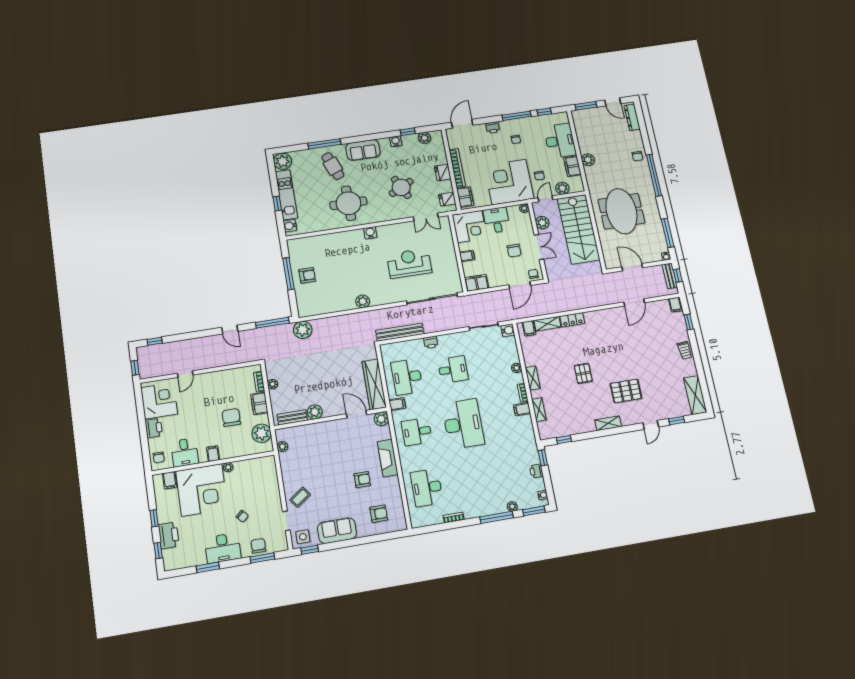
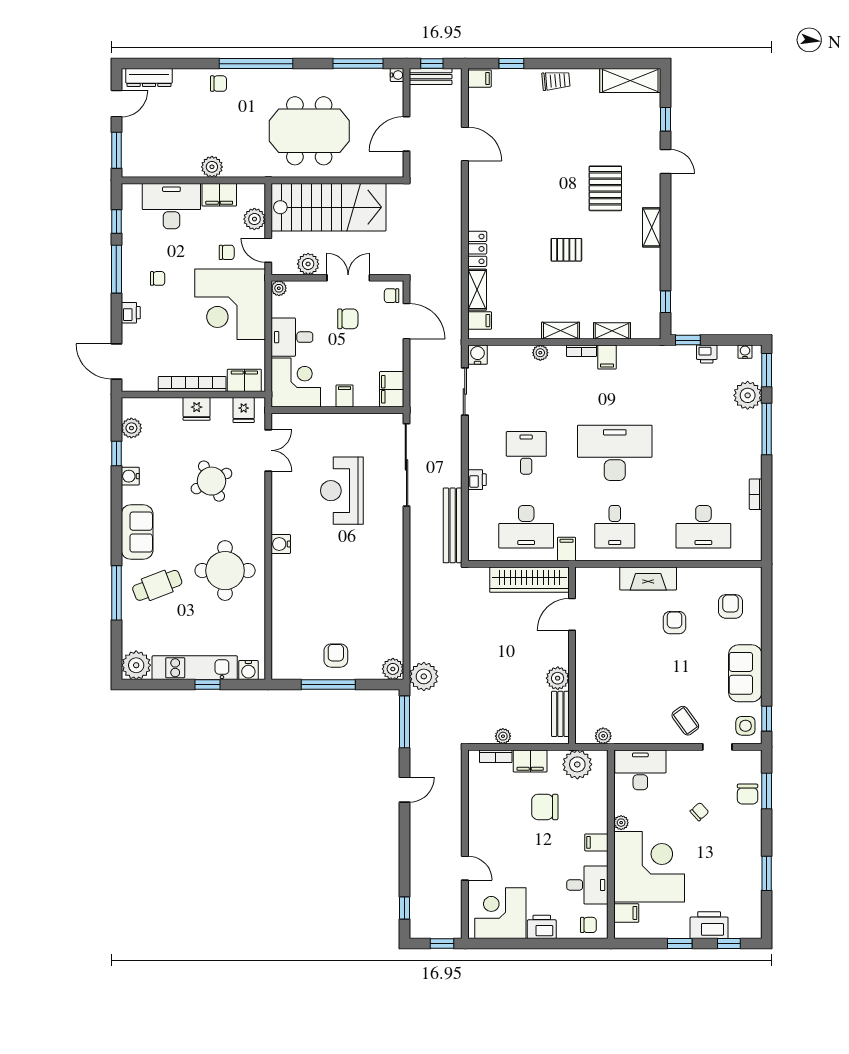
plant: (363, 301) -> (393, 669), moved
plant: (381, 419) -> (586, 578), removed
plant: (512, 506) -> (748, 395), width x1.88, depth x1.88
chair: (258, 546) -> (748, 794), turned -90
desk: (223, 548) -> (640, 770), moved, turned -90

